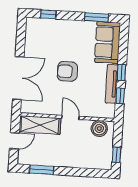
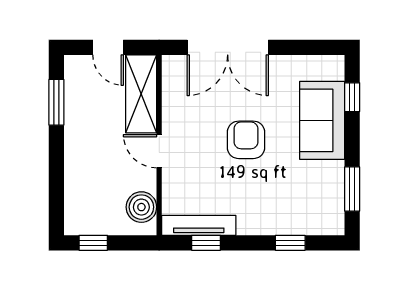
sofa: (108, 42) -> (322, 120), moved, turned -90
window: (122, 72) -> (290, 243), moved
tv unit: (112, 84) -> (199, 225), moved
door: (71, 117) -> (159, 151), swing flipped

